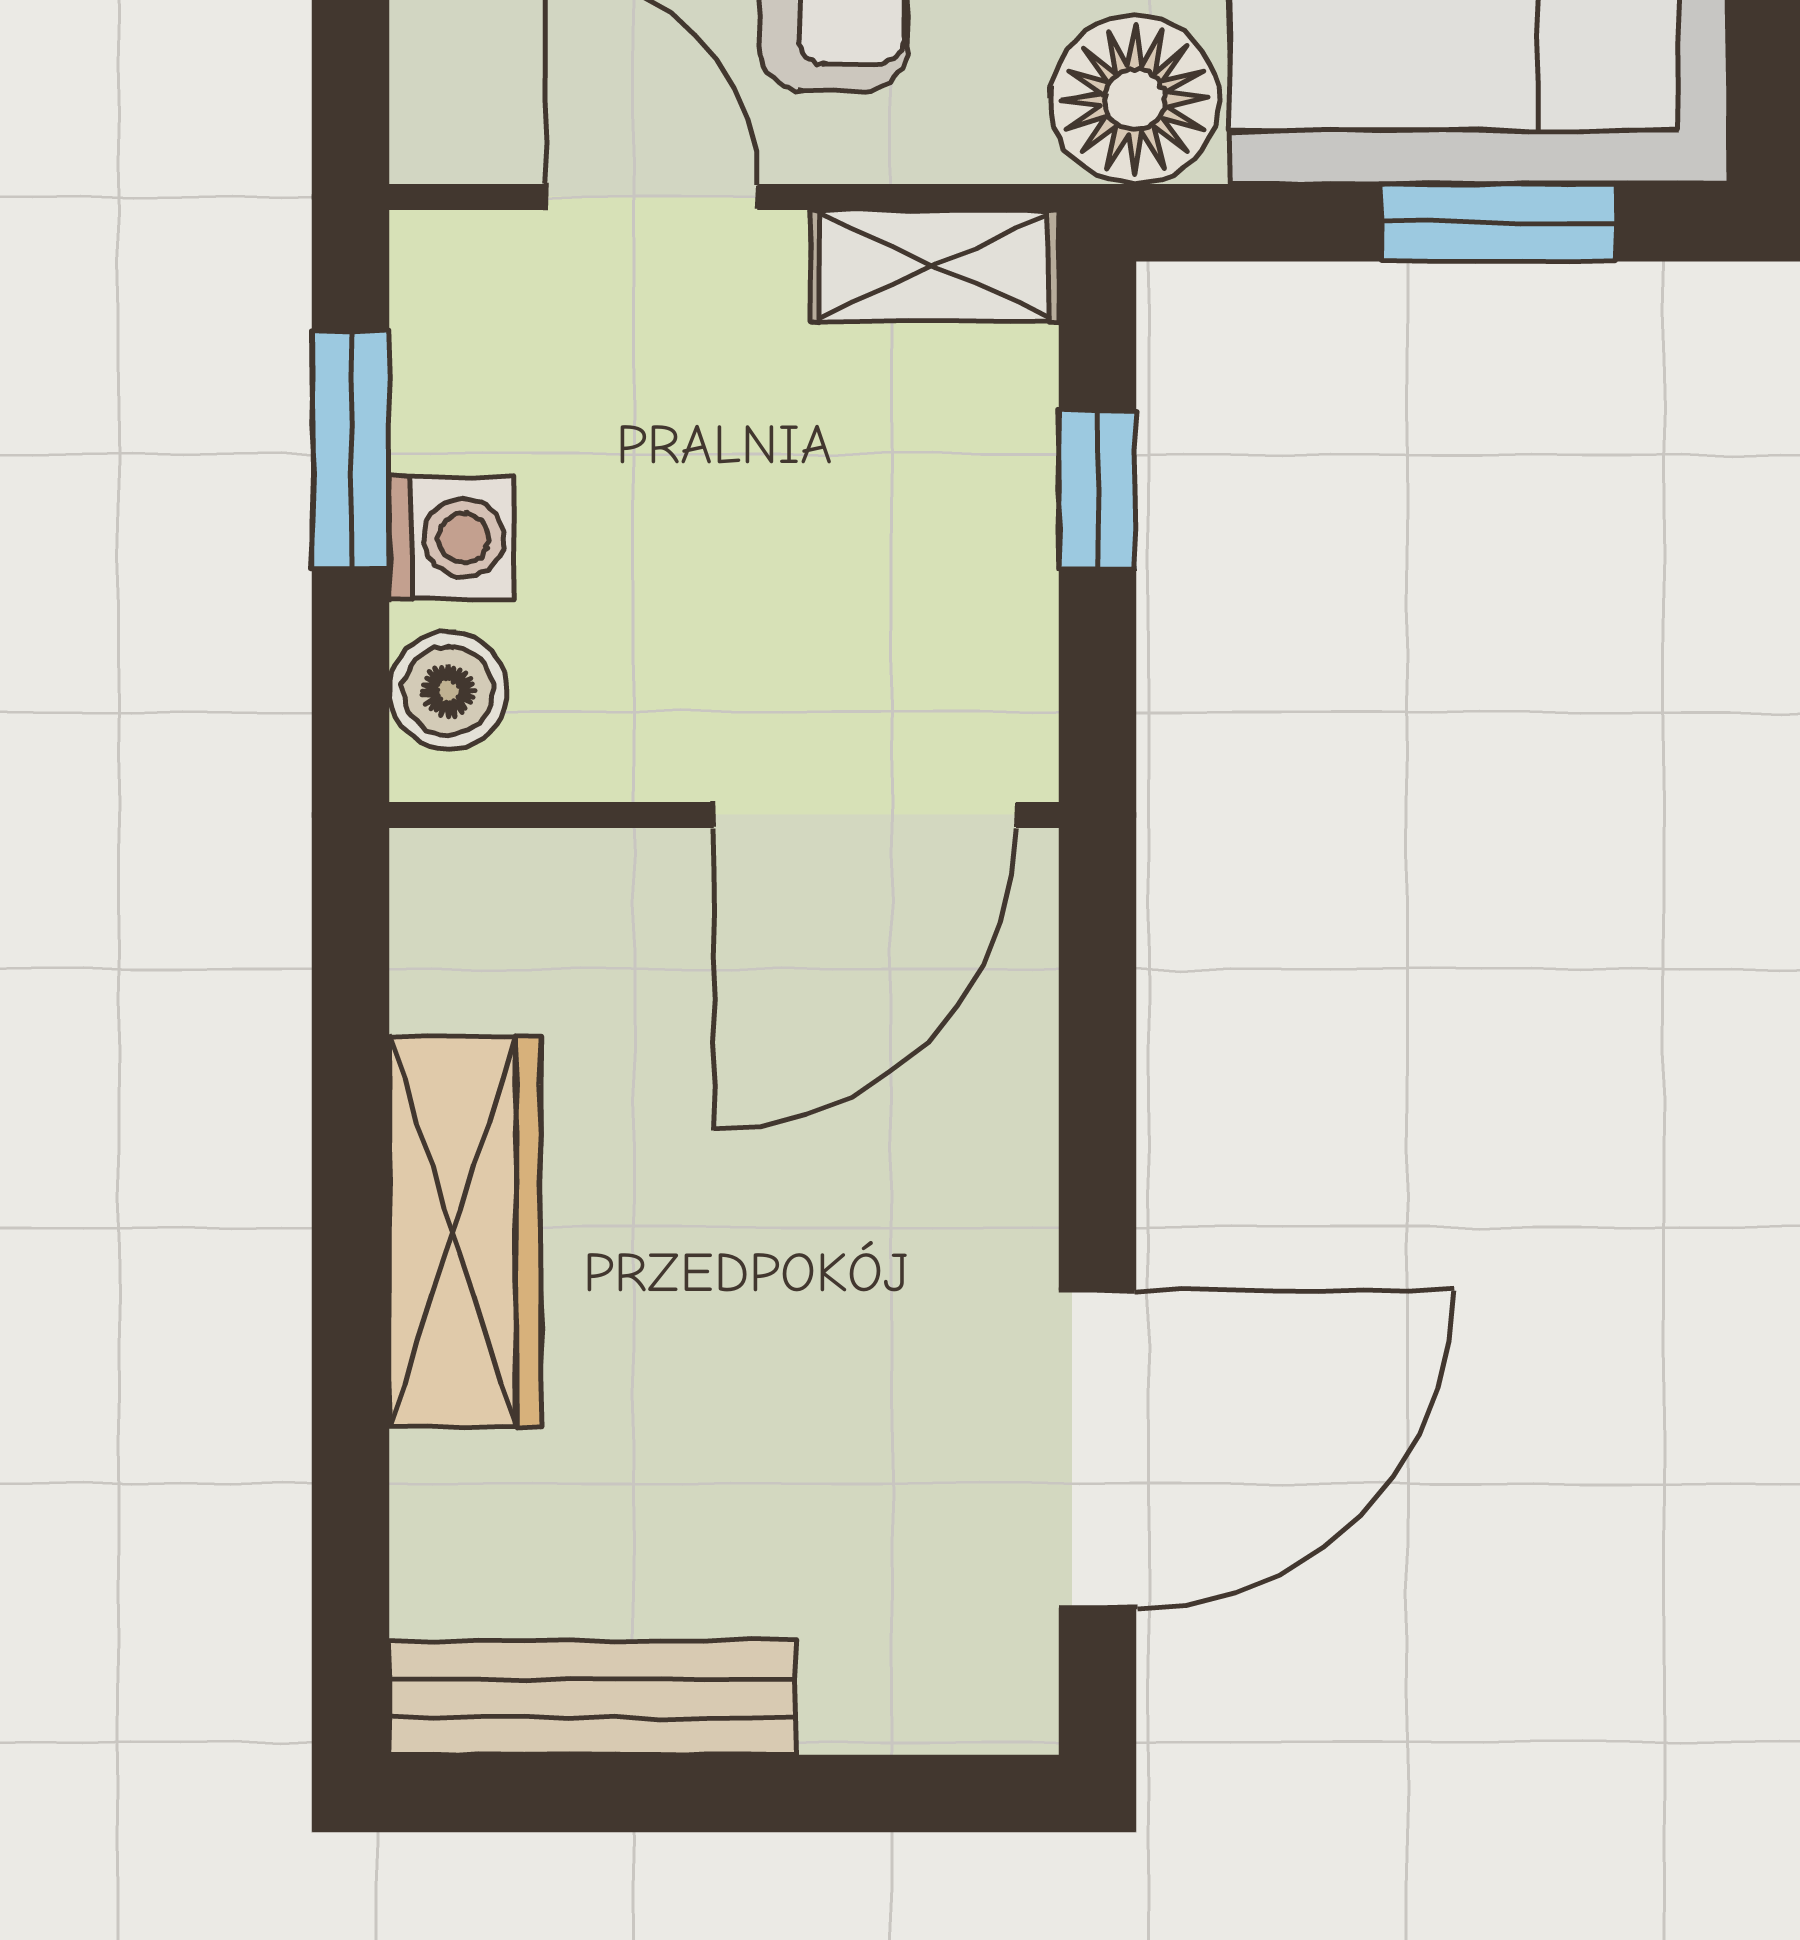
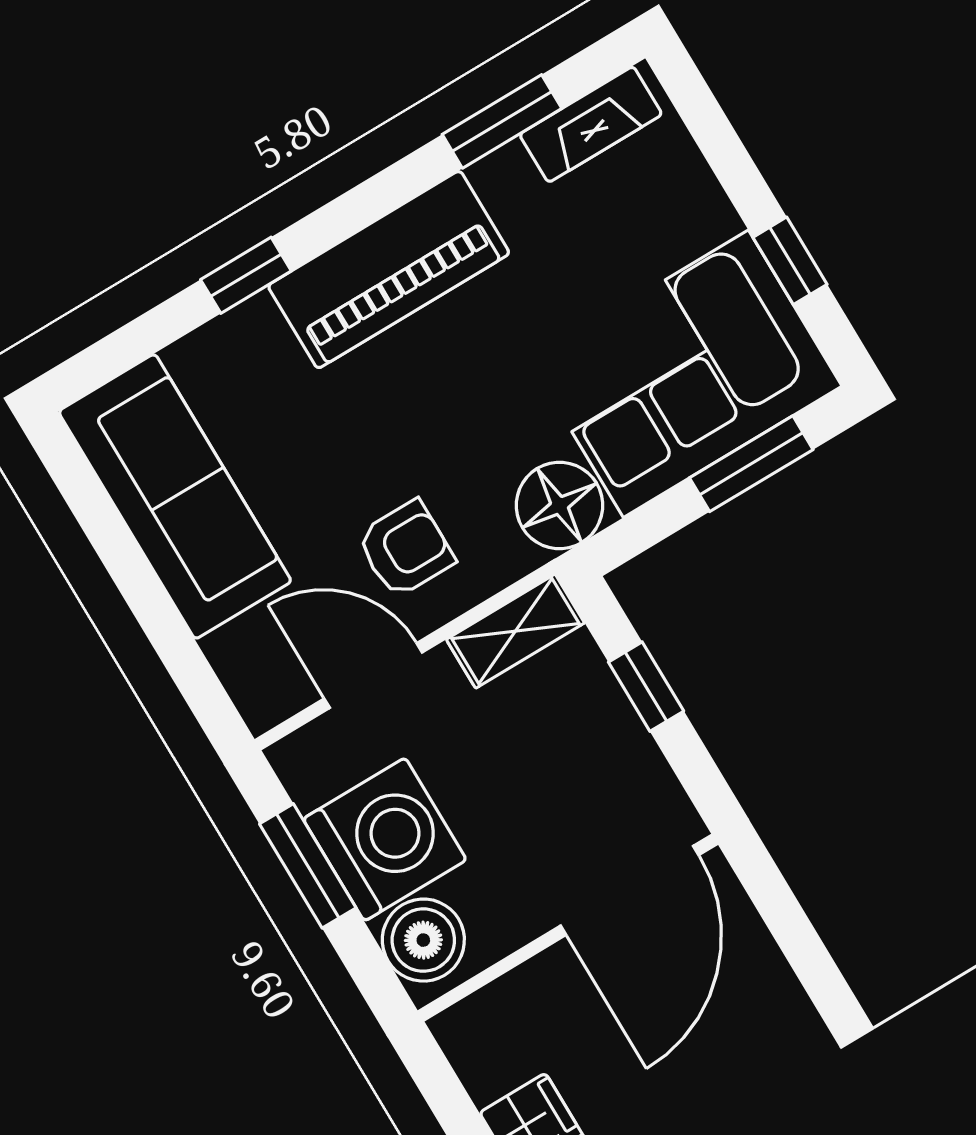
washing machine: (451, 538) -> (385, 839), width x1.89, depth x1.89
boiler: (448, 690) -> (423, 940), width x1.36, depth x1.36

